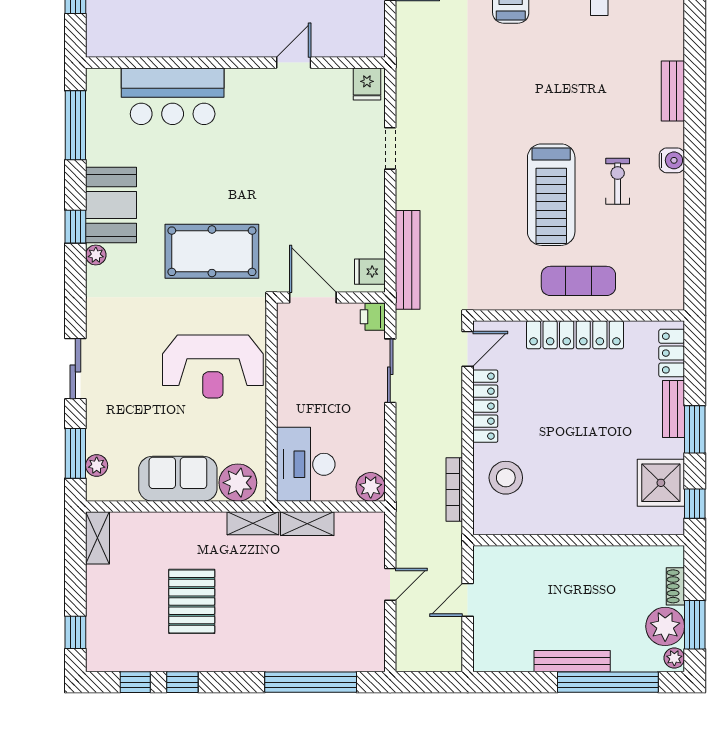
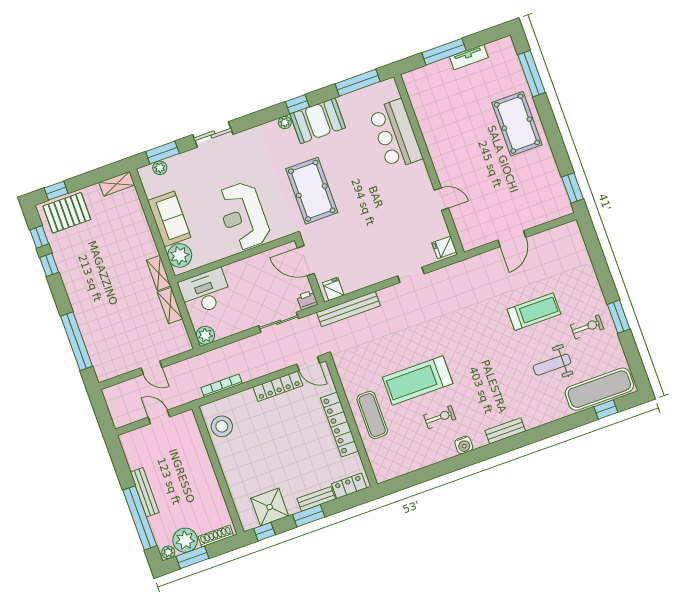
door: (313, 297) -> (306, 261), swing flipped
stool: (506, 478) -> (222, 426), moved
shoe rack: (675, 586) -> (216, 536), width x1.43
pallet: (192, 601) -> (67, 213), moved

